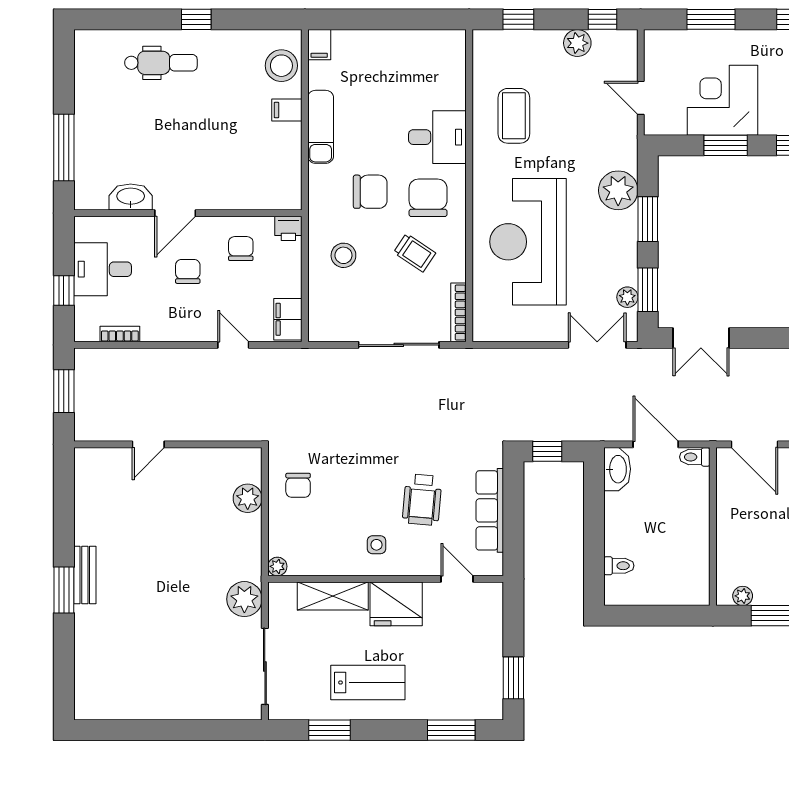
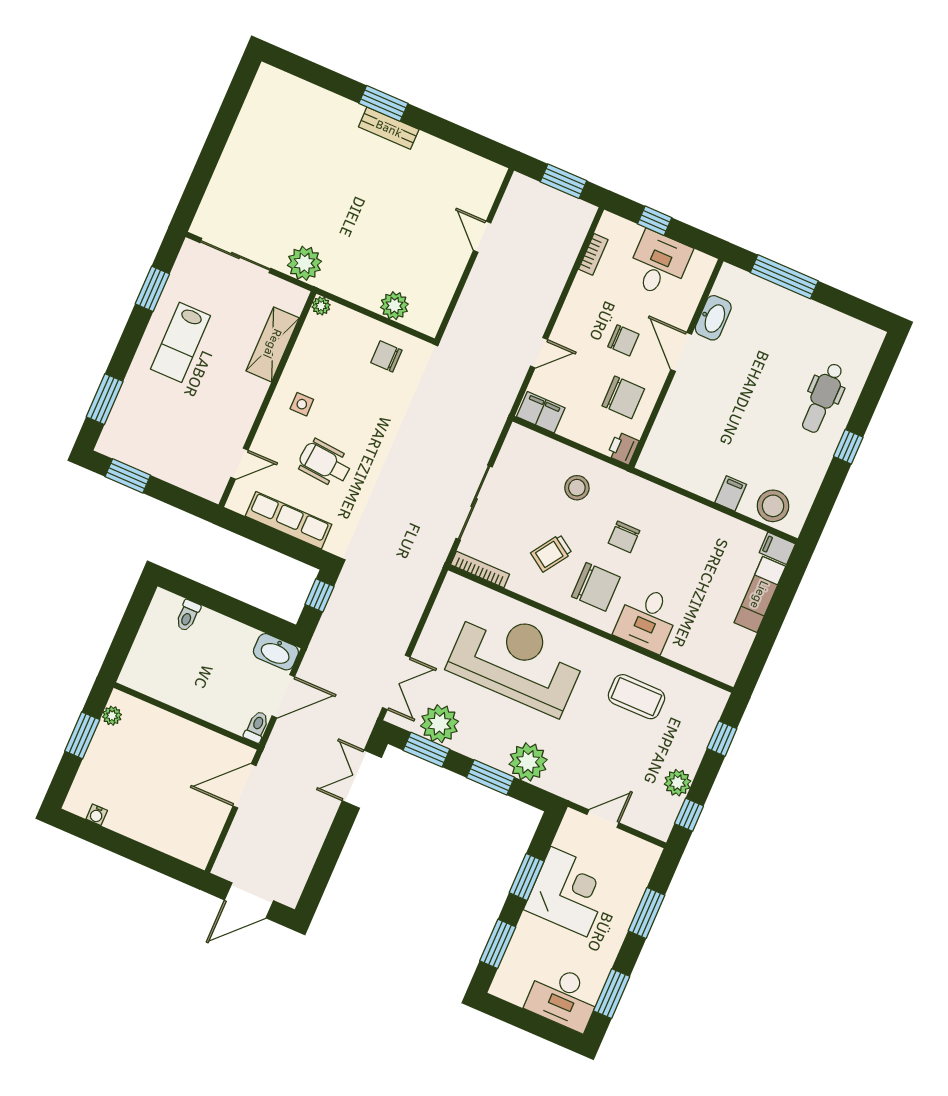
exam couch: (321, 127) -> (760, 595), moved, turned 90
chair: (370, 192) -> (624, 537), width x0.73, depth x0.73
chair: (241, 249) -> (623, 397), width x1.37, depth x1.37
plant: (627, 297) -> (440, 724), width x1.87, depth x1.87
fridge: (396, 604) -> (241, 399), removed

